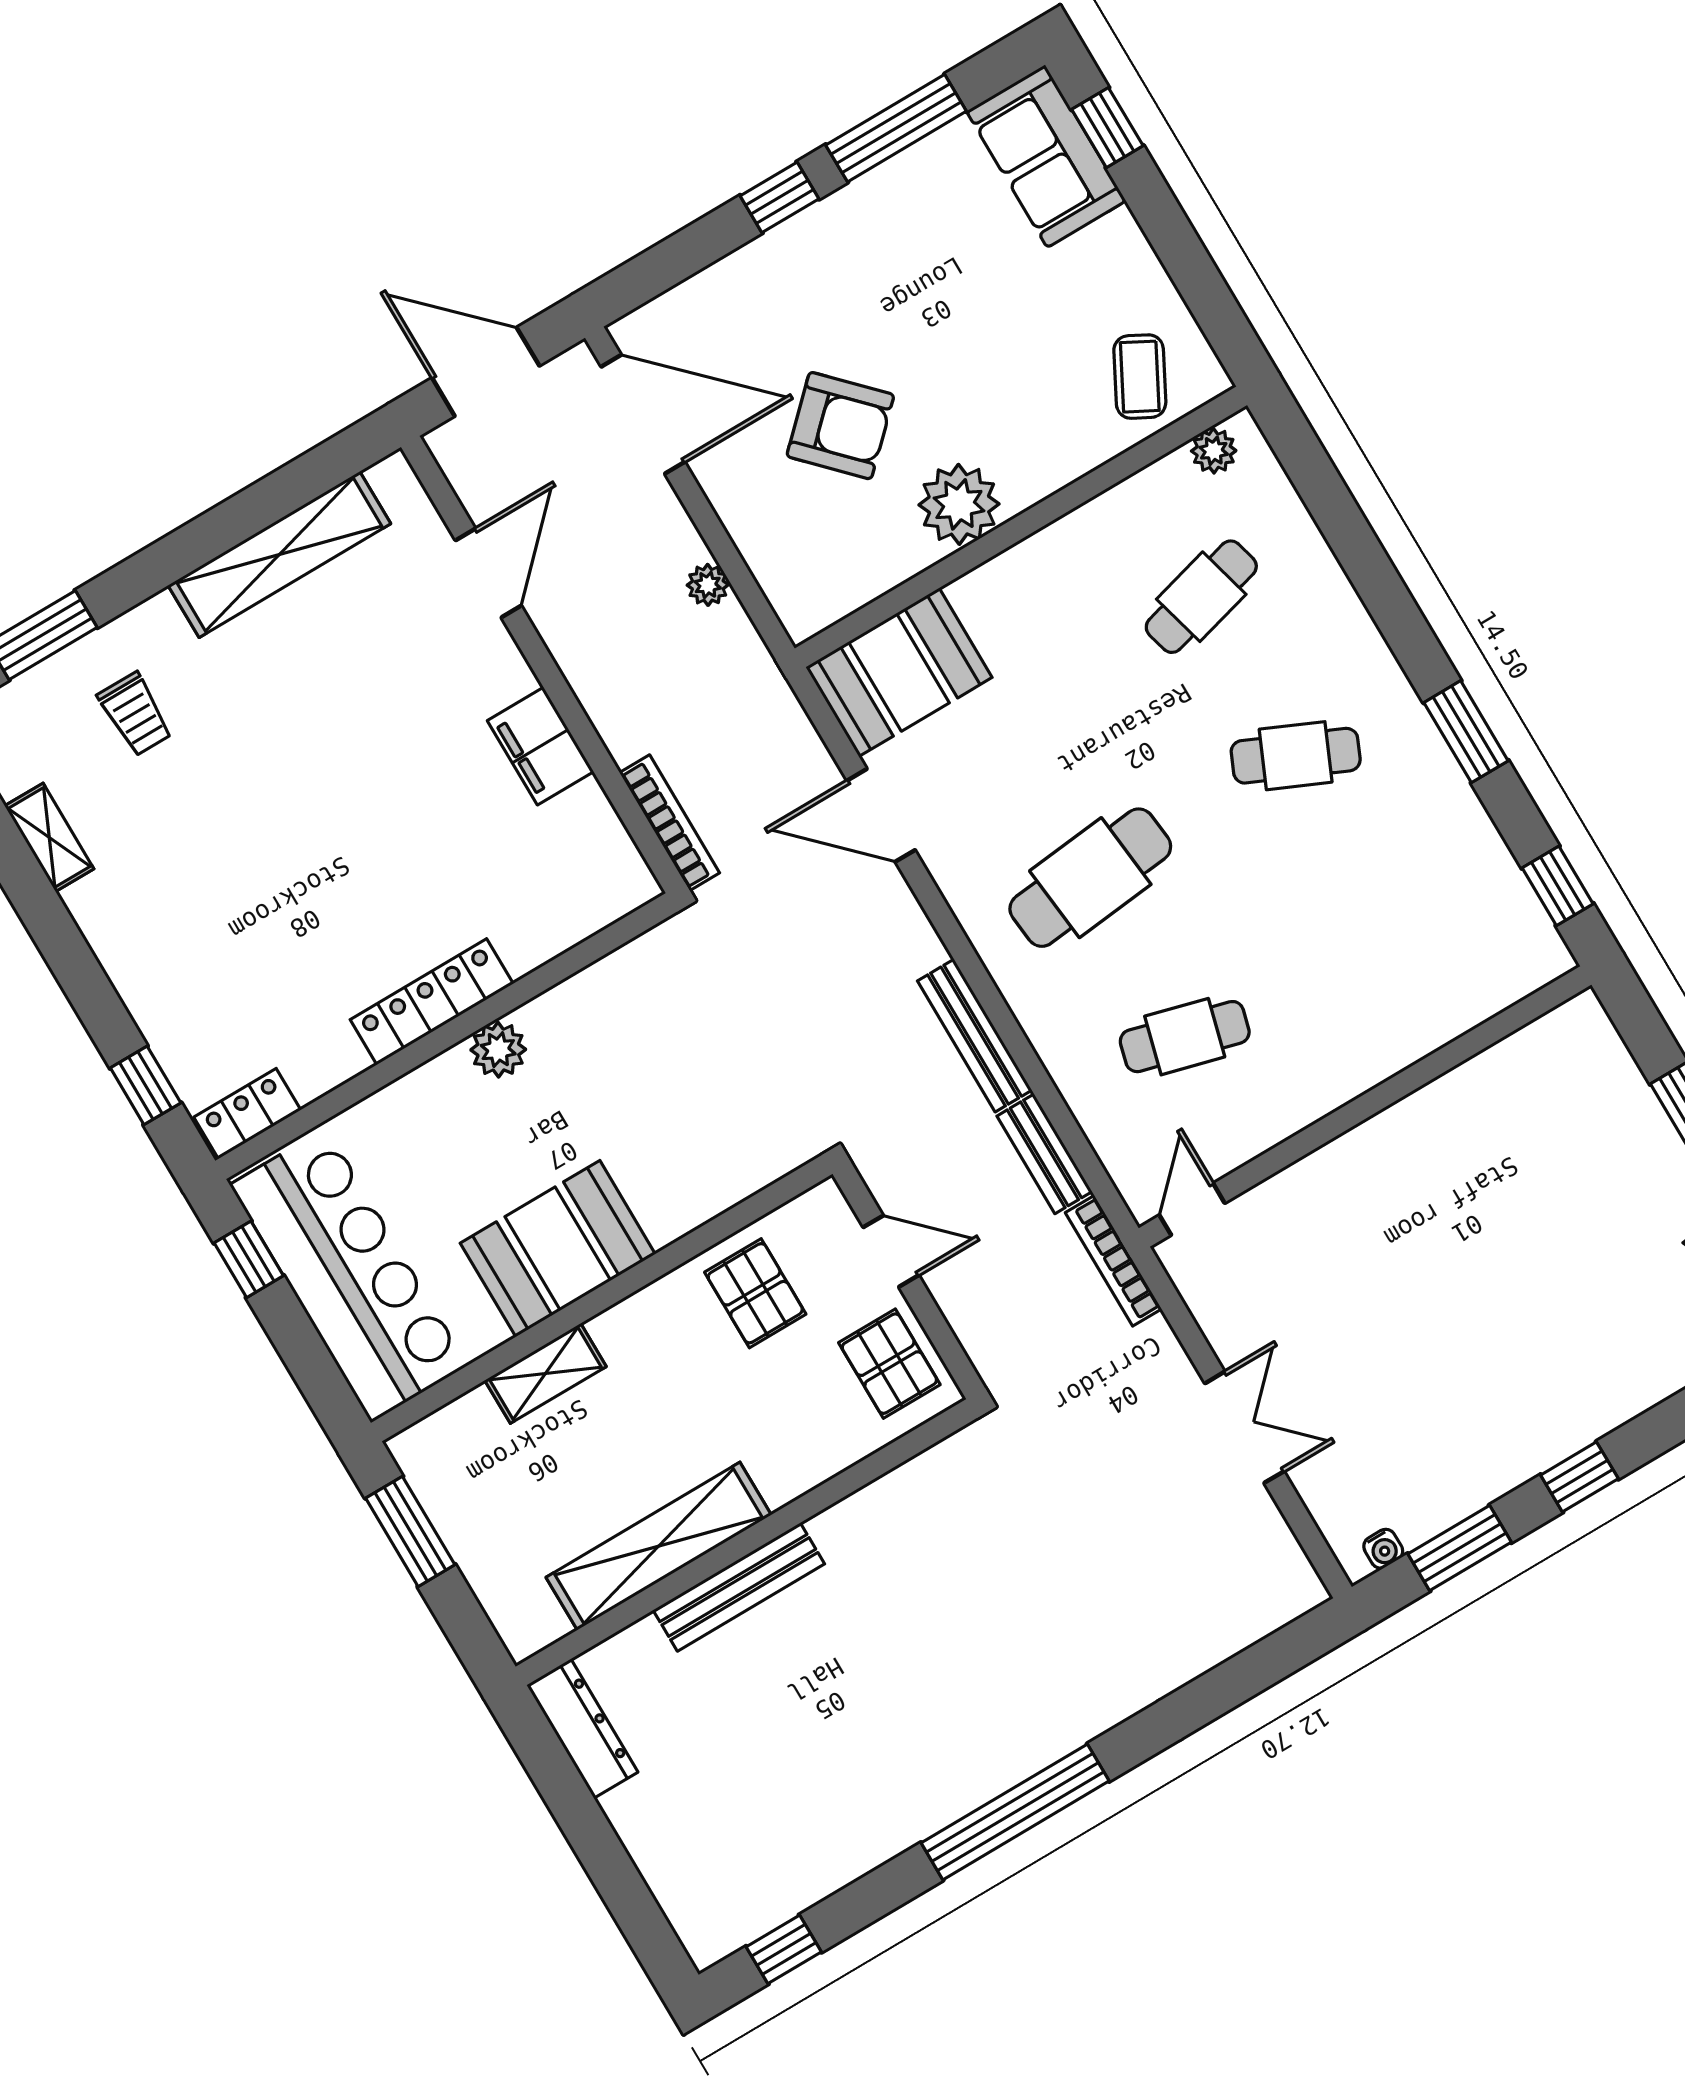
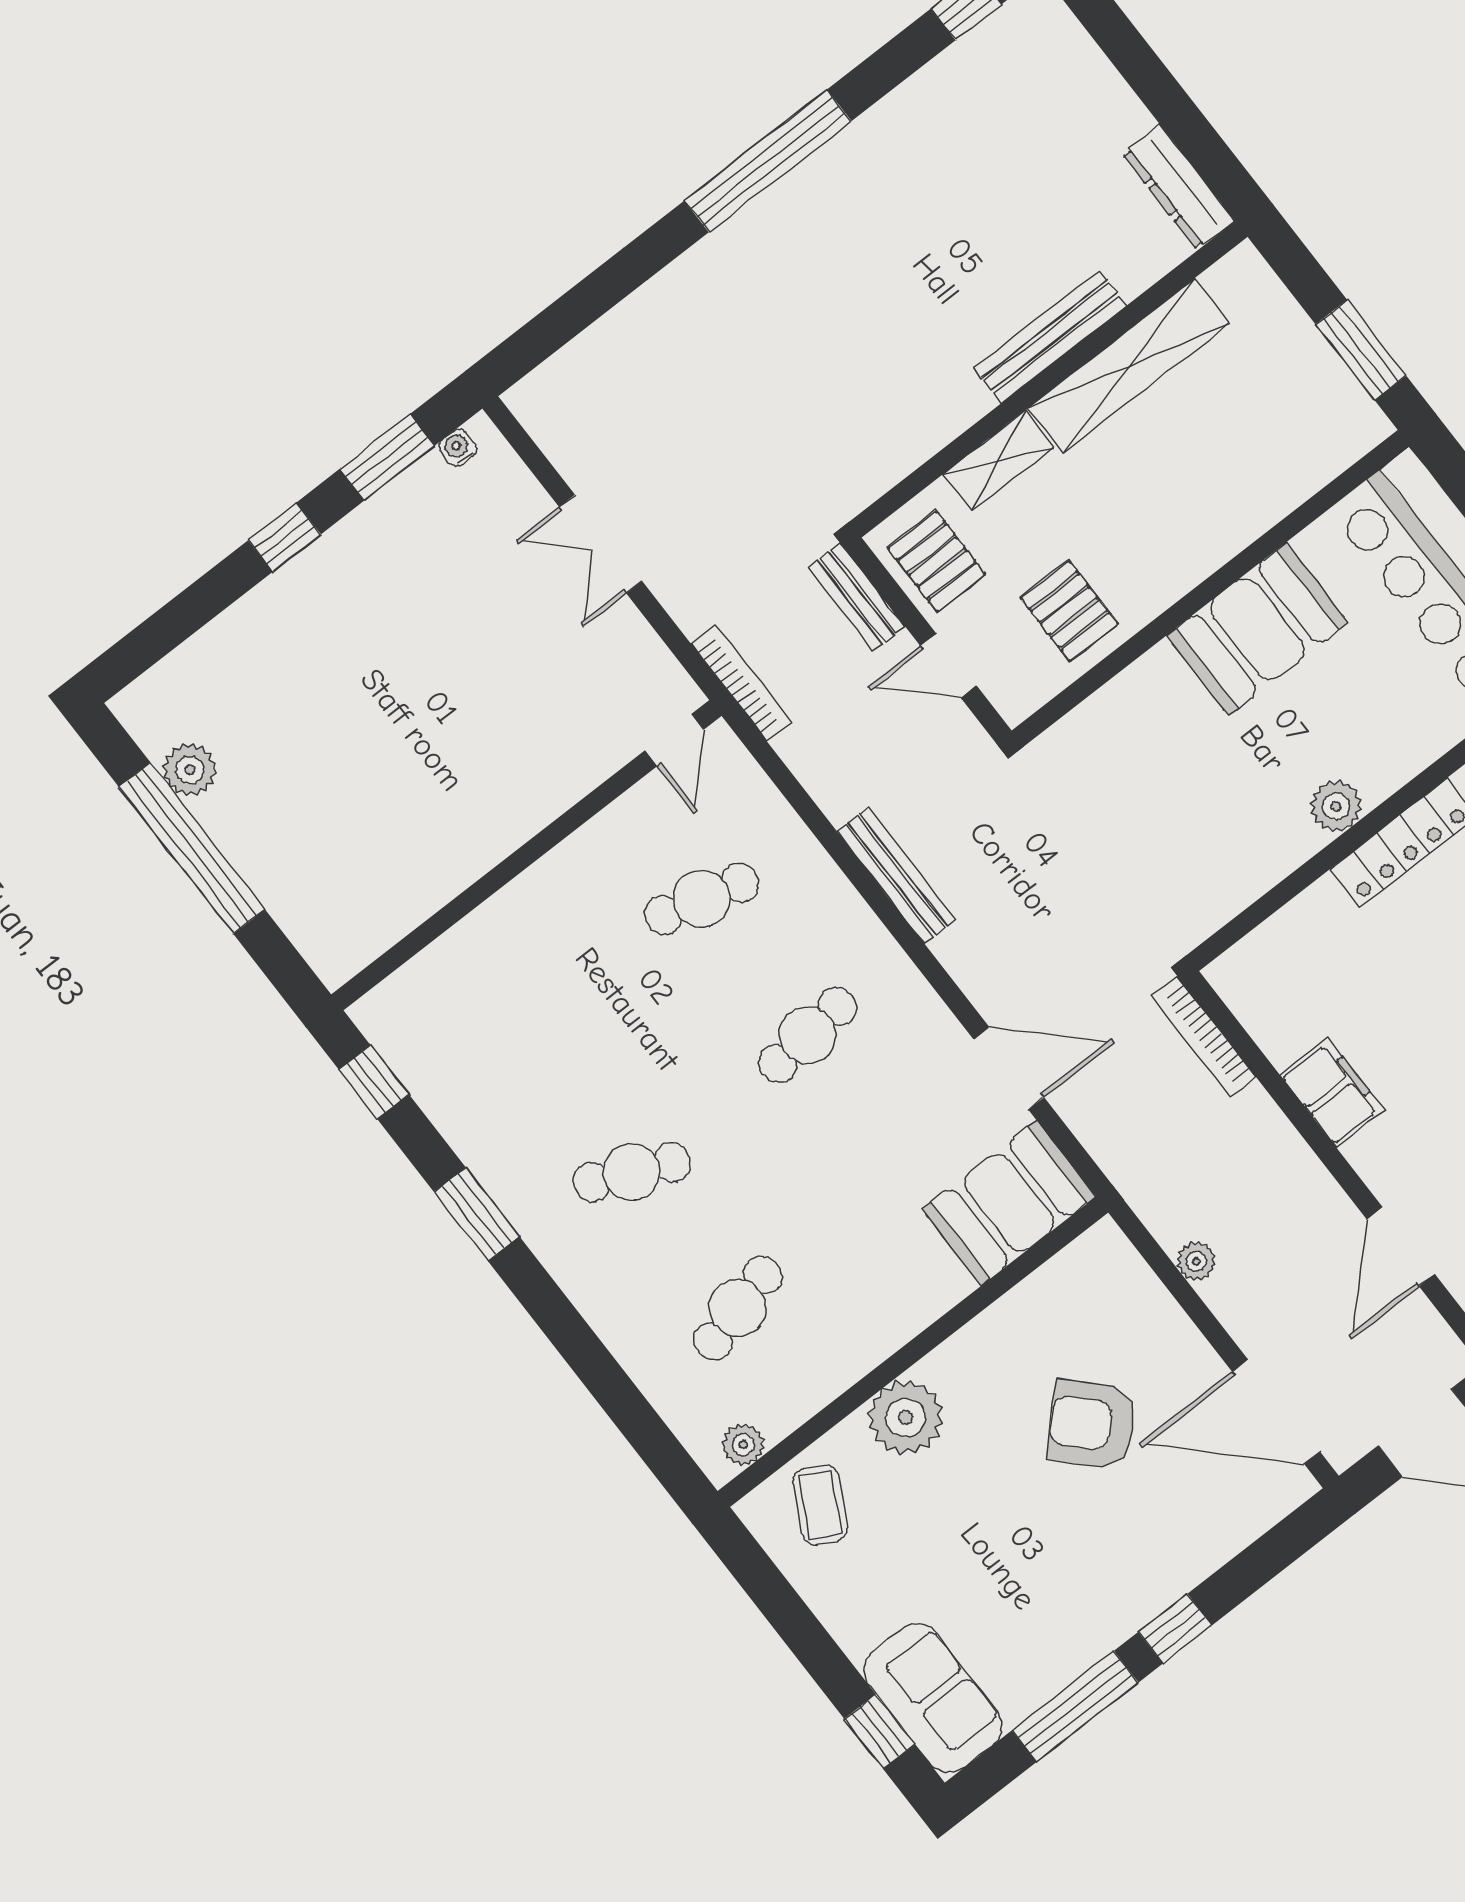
plant: (959, 504) -> (906, 1418), moved
cafe table: (1090, 878) -> (808, 1035), width x0.73, depth x0.74
bench: (1044, 1154) -> (857, 597), moved
shelving: (545, 1373) -> (999, 460), moved

